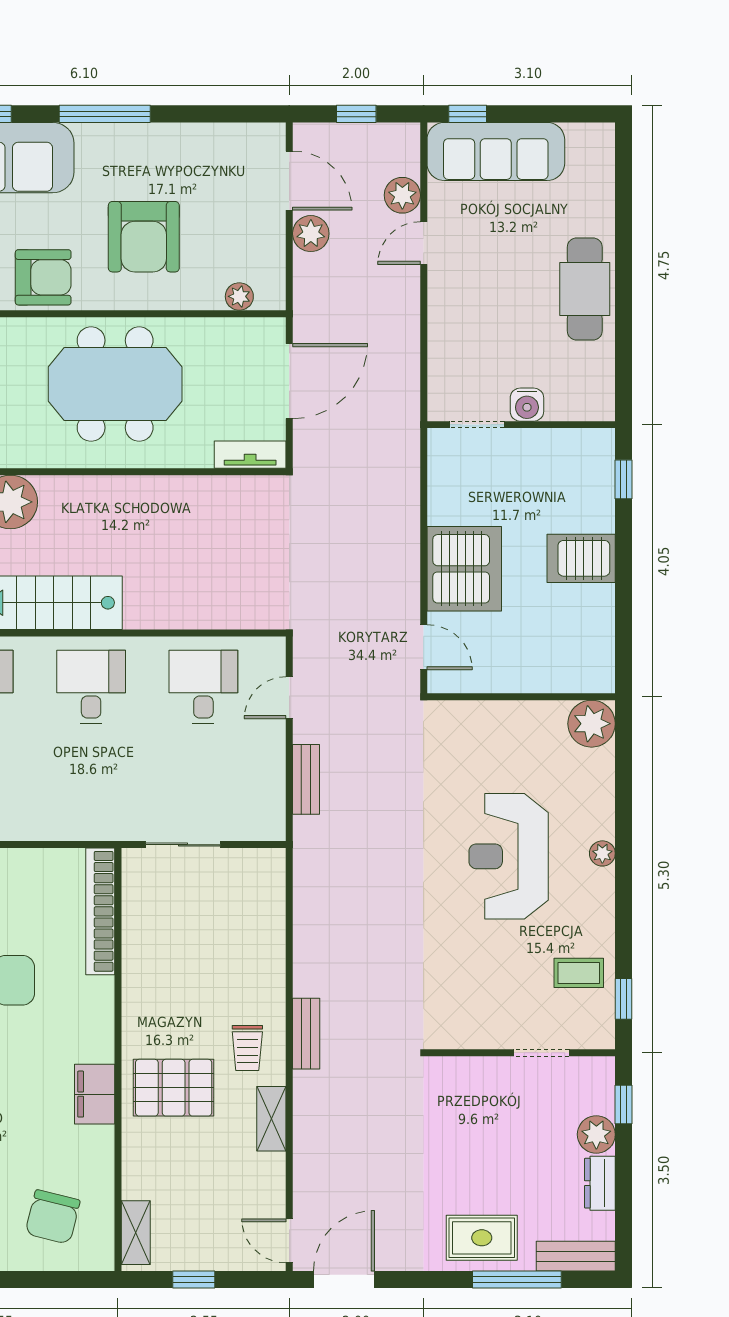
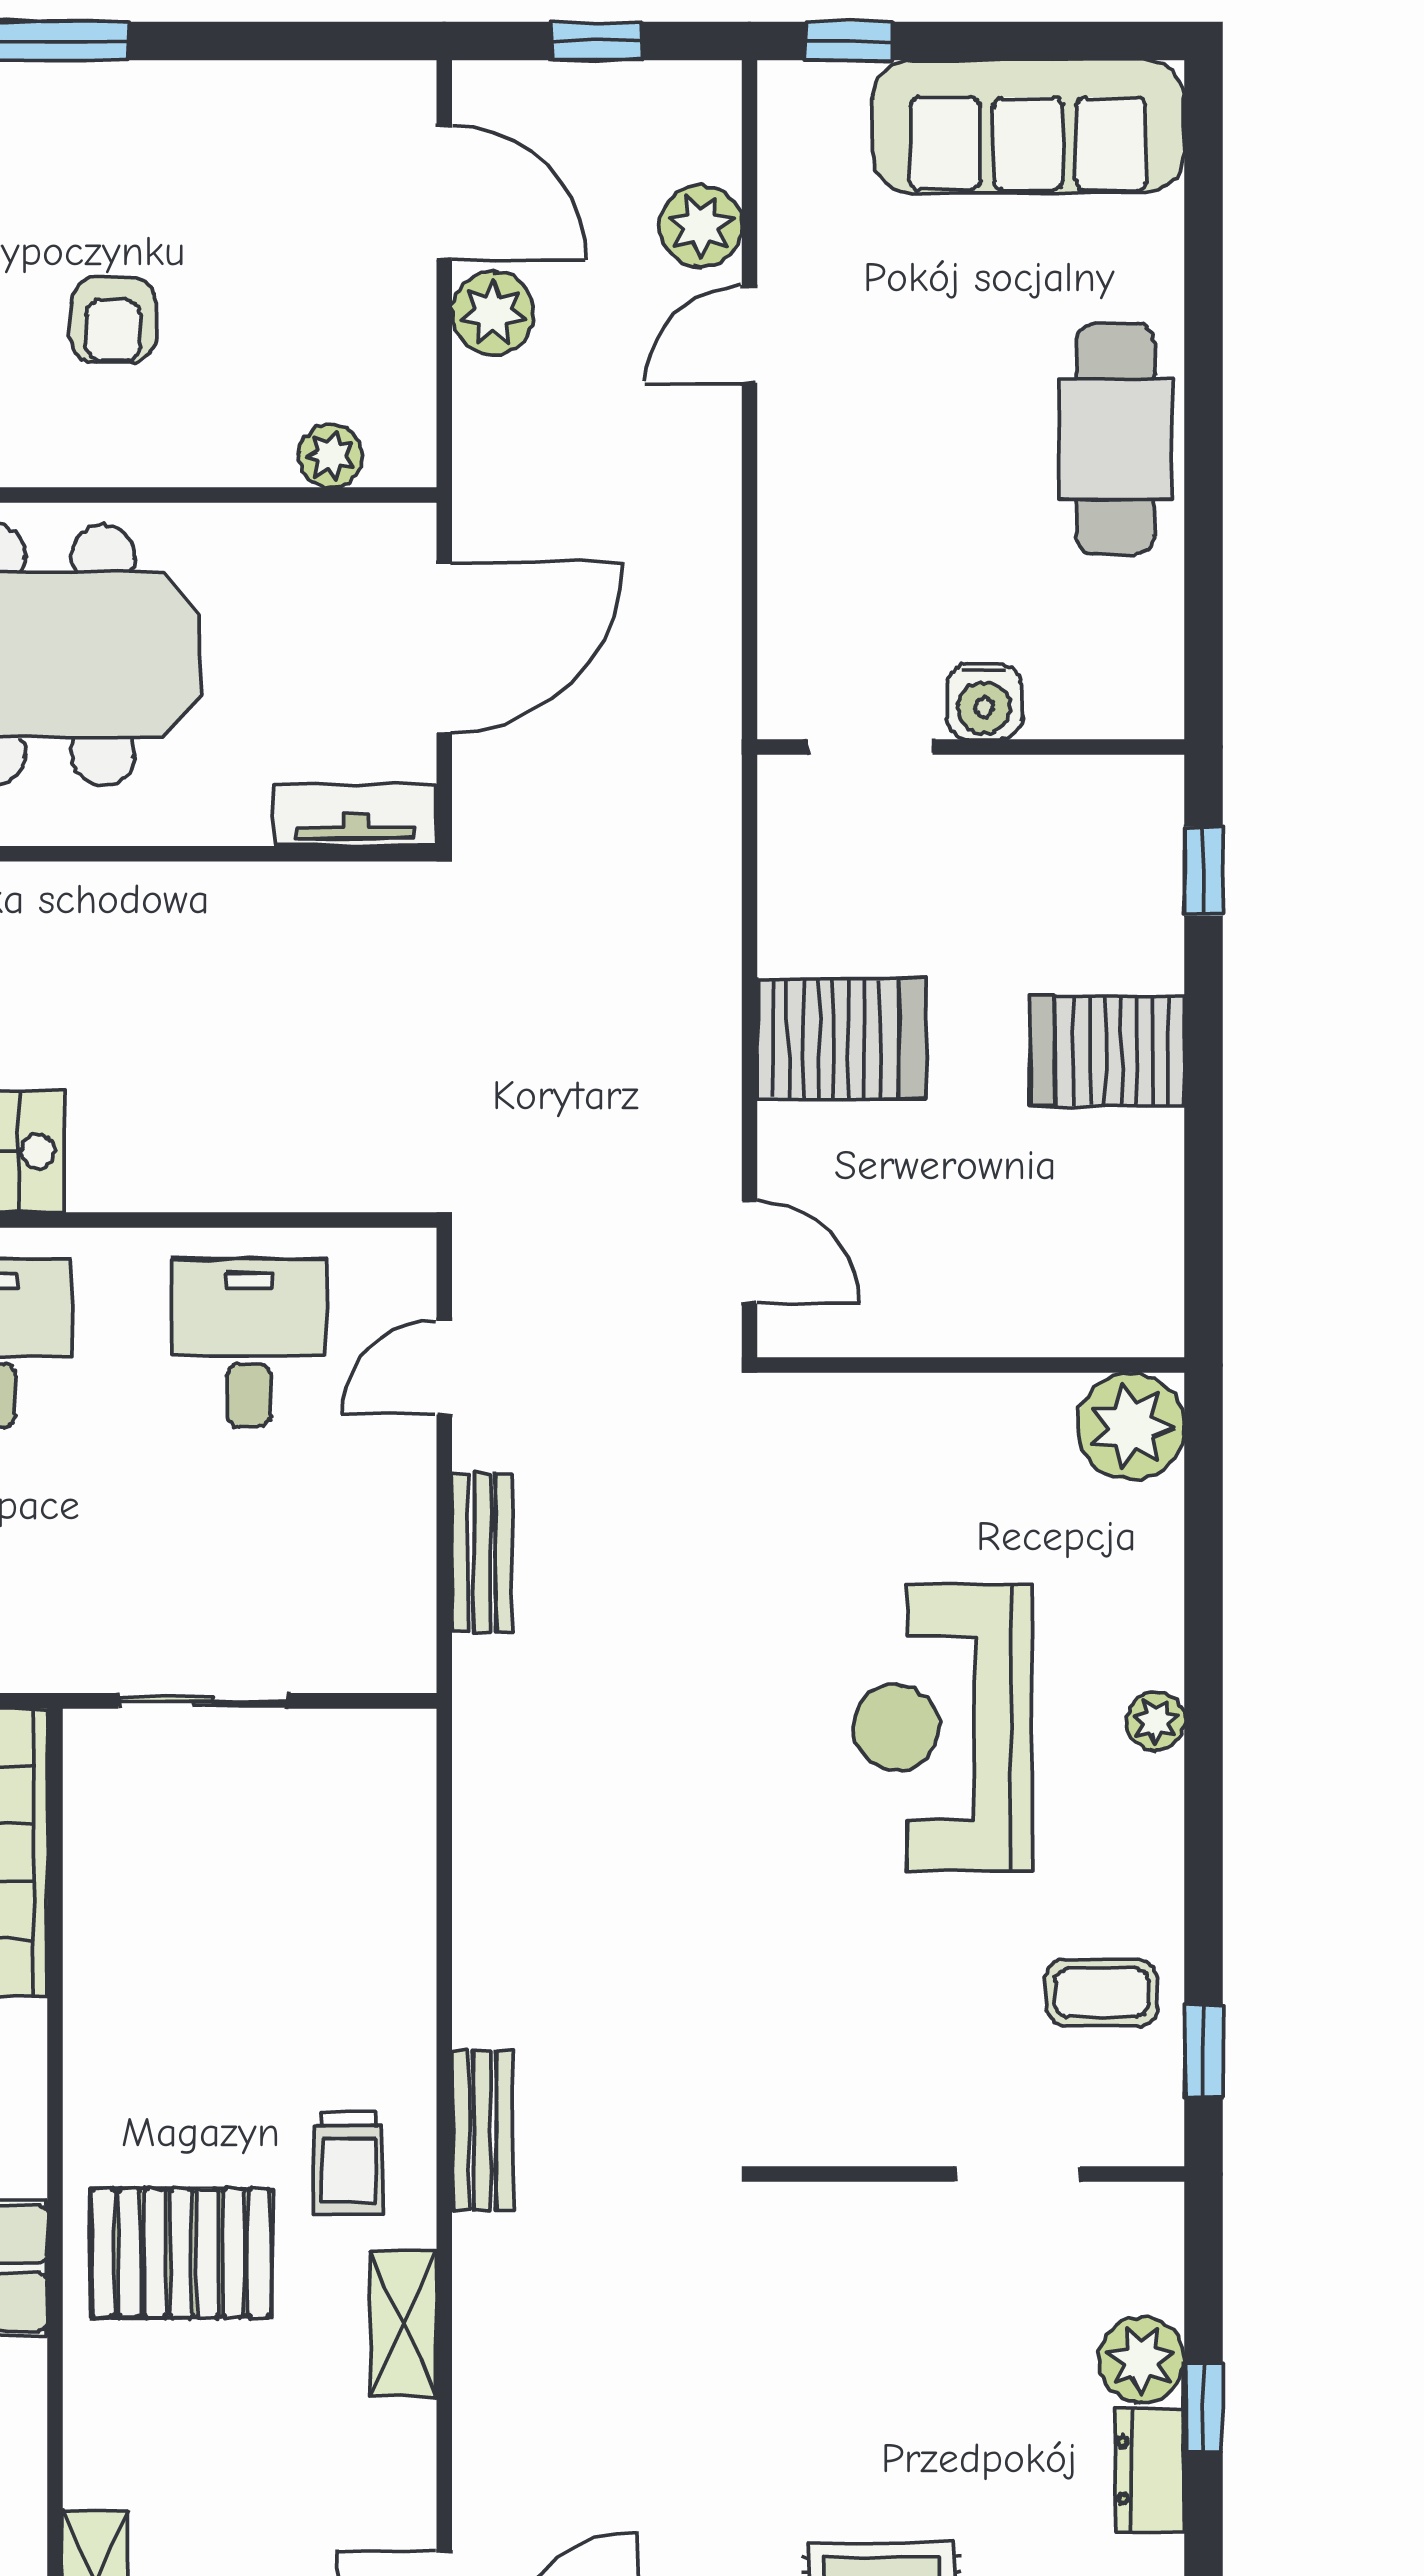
sofa: (496, 151) -> (1028, 126), moved
armchair: (144, 237) -> (114, 320), width x0.53, depth x0.53
server rack: (464, 569) -> (841, 1038), width x0.62
window: (624, 1105) -> (1204, 2407), moved

